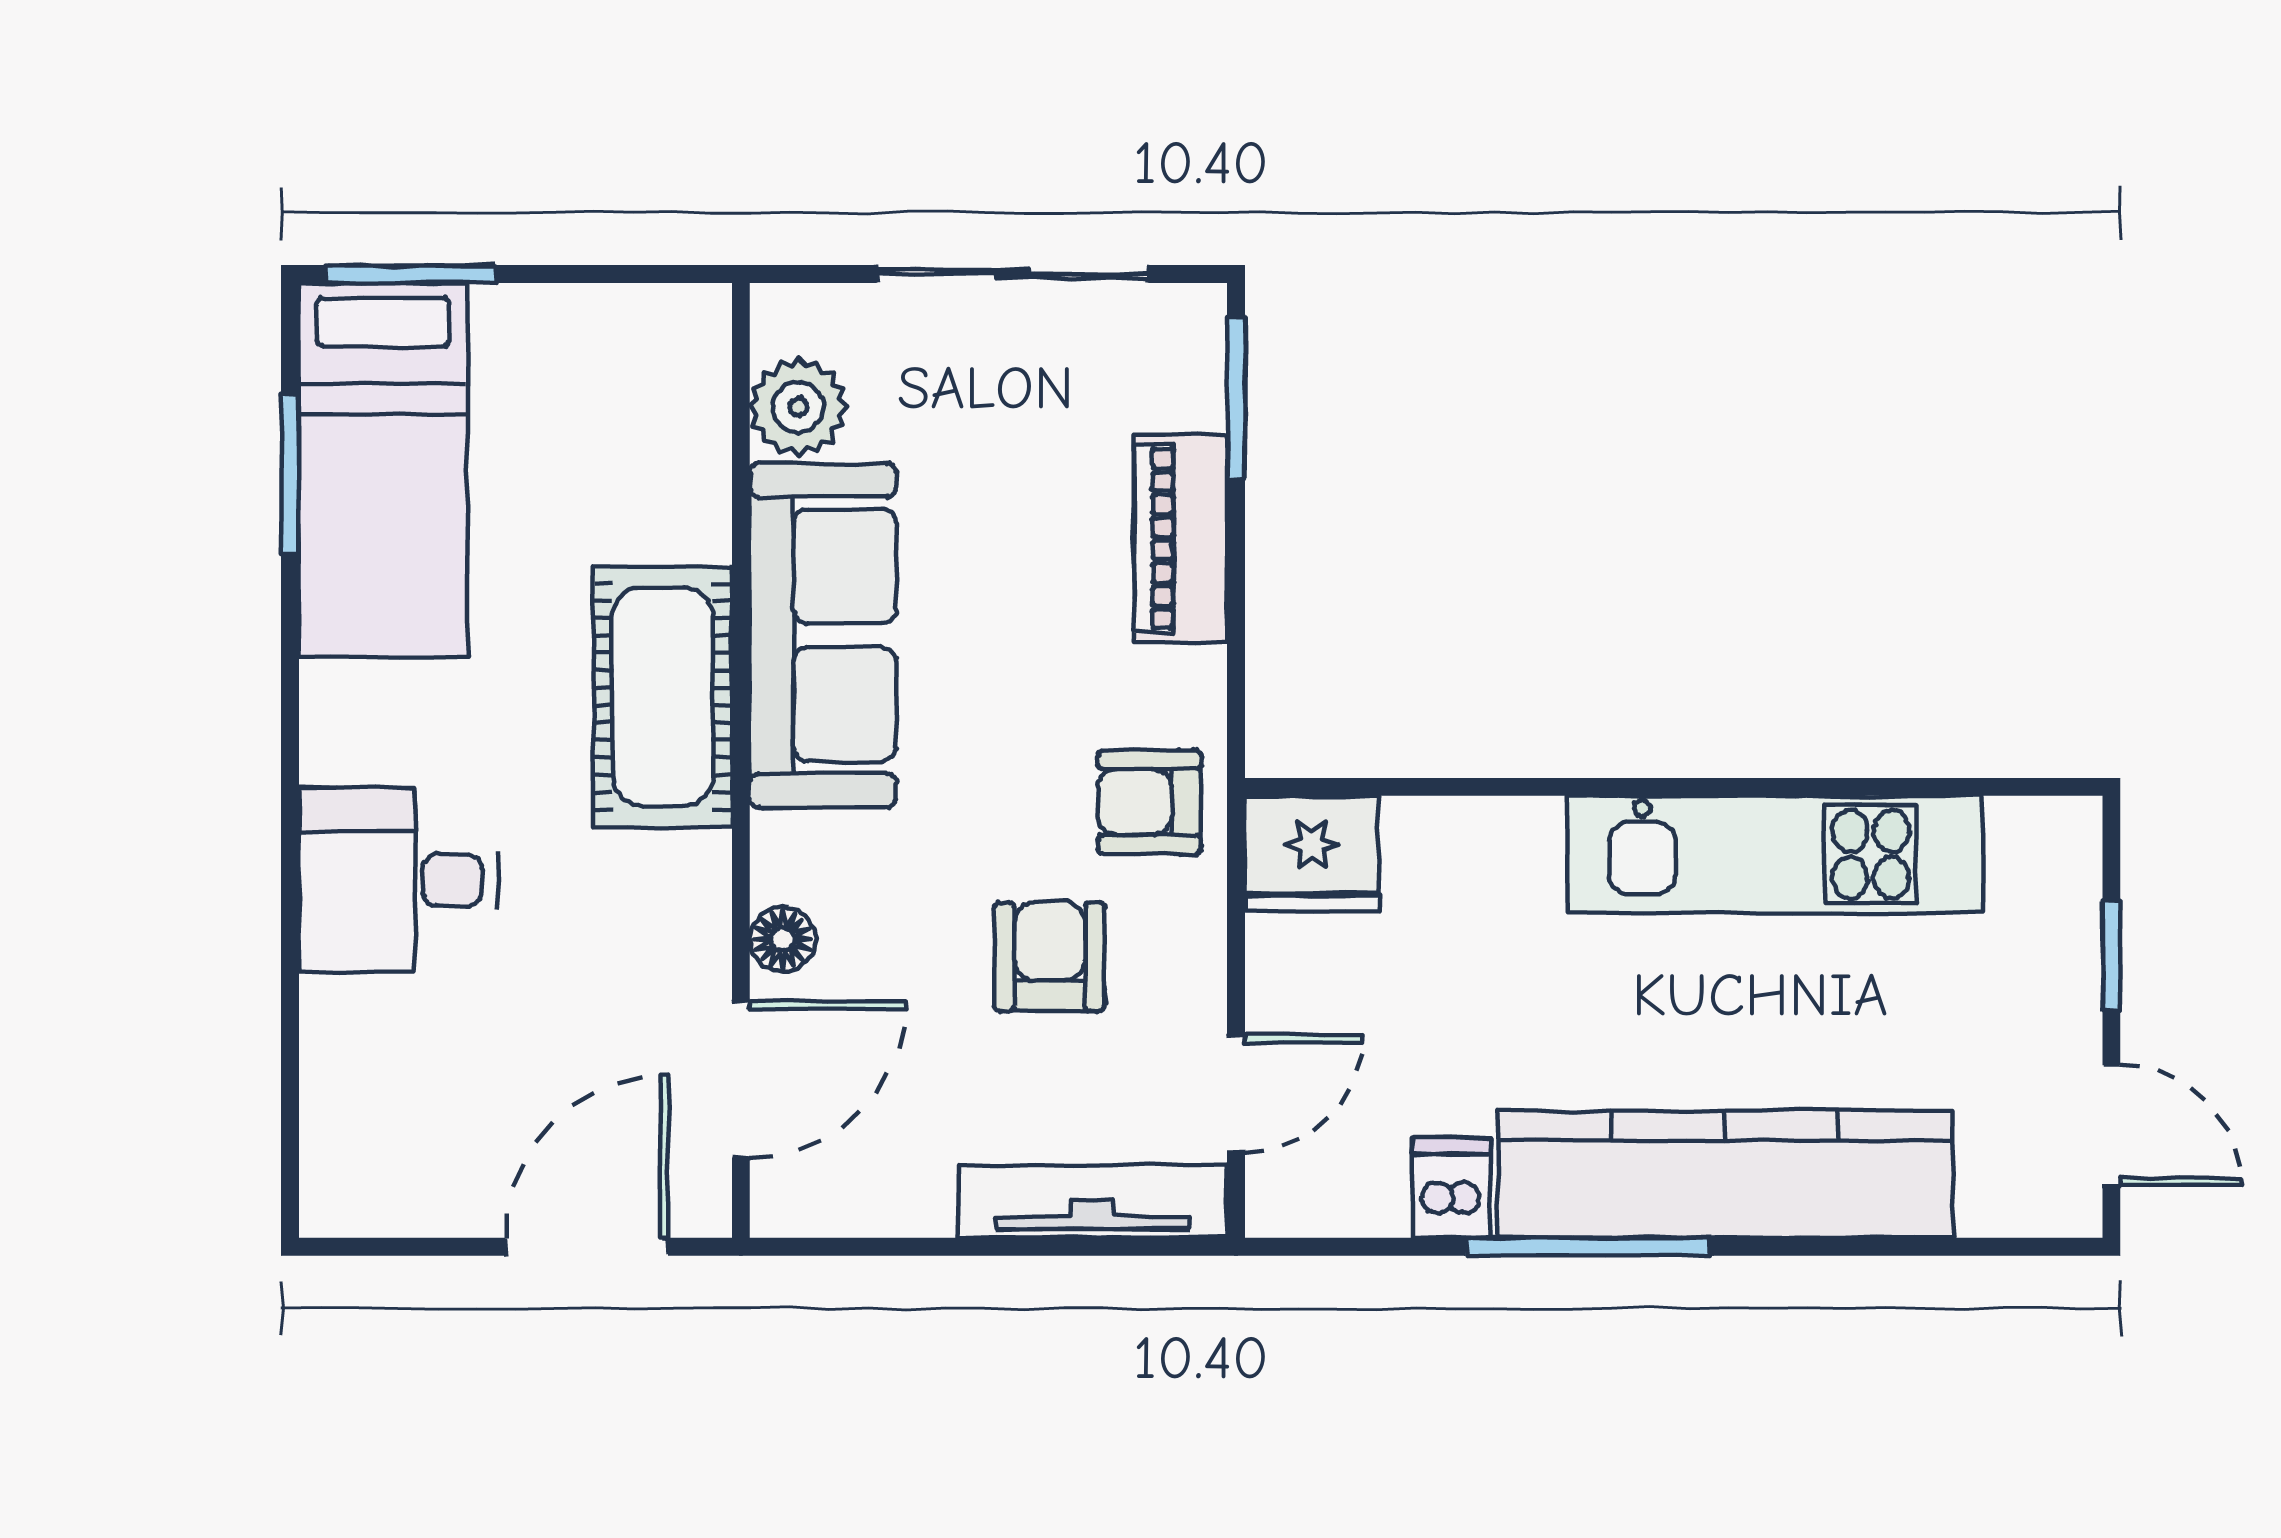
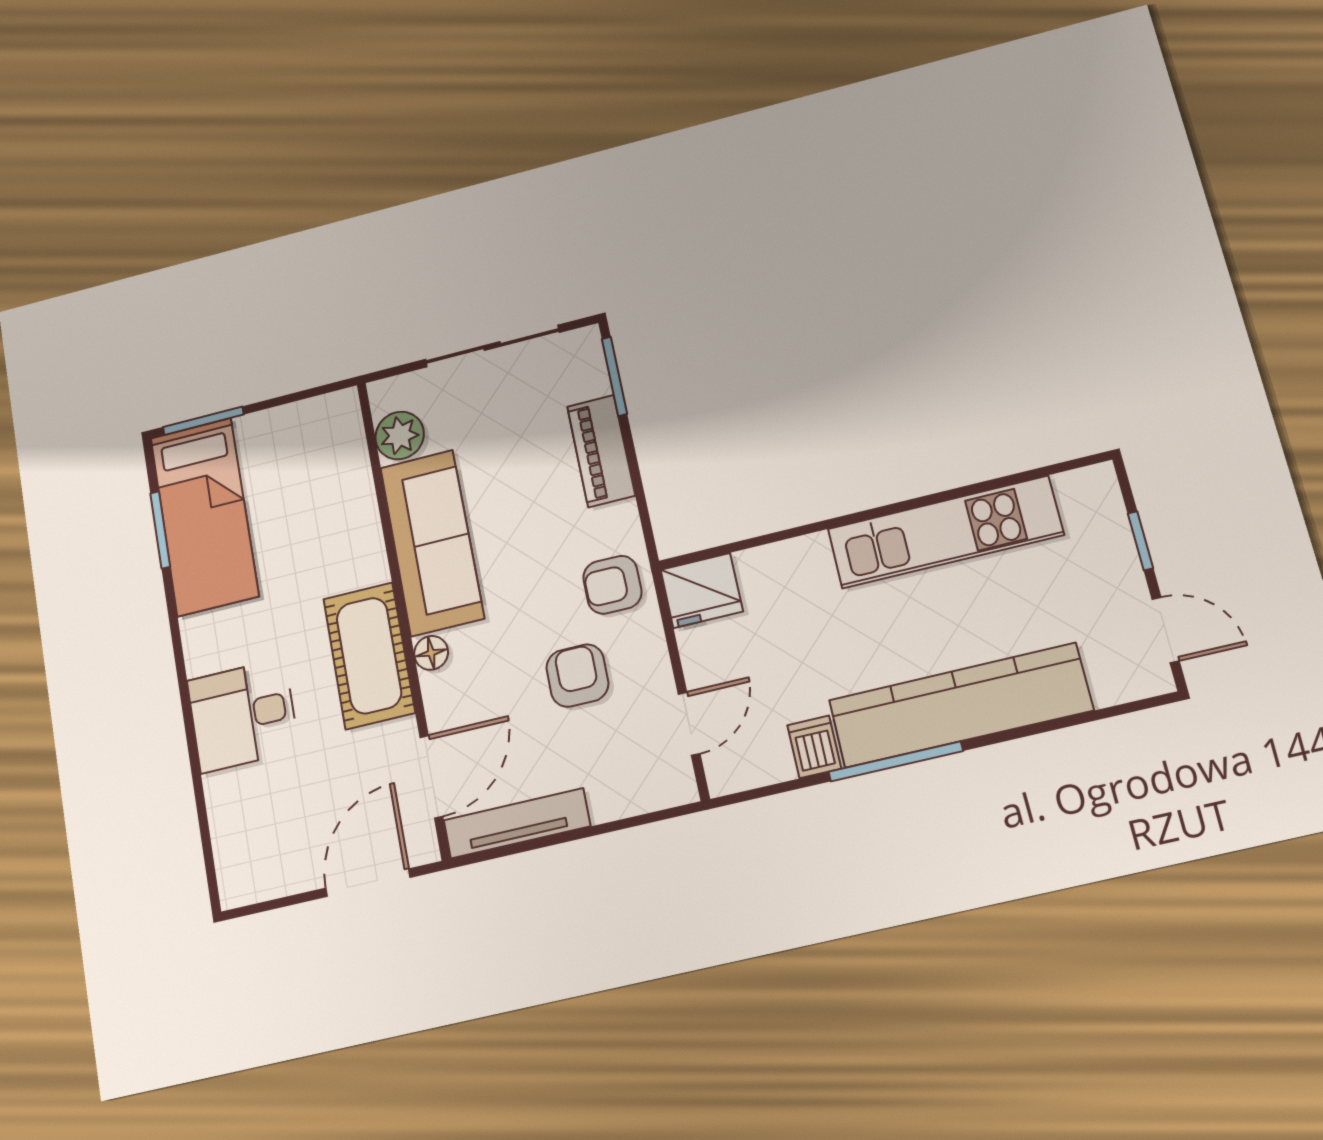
cot: (663, 697) -> (369, 656), moved
floor lamp: (783, 939) -> (431, 653), moved
tv unit: (1093, 1201) -> (517, 823), moved

